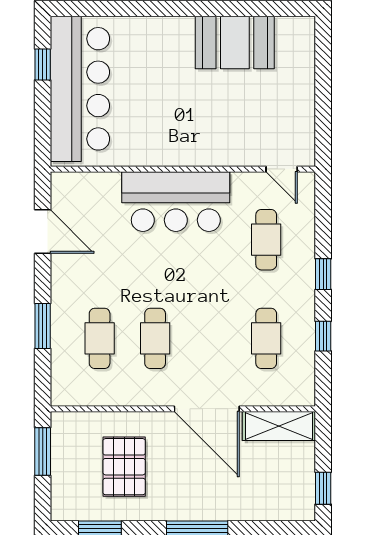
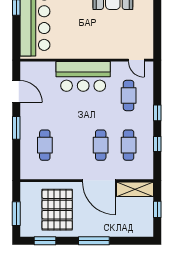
window: (43, 326) -> (16, 128), moved
cafe table: (155, 338) -> (101, 145), moved
window: (43, 451) -> (16, 214), moved
pallet: (124, 467) -> (57, 210), width x1.37, depth x1.41
window: (323, 488) -> (157, 209), moved

